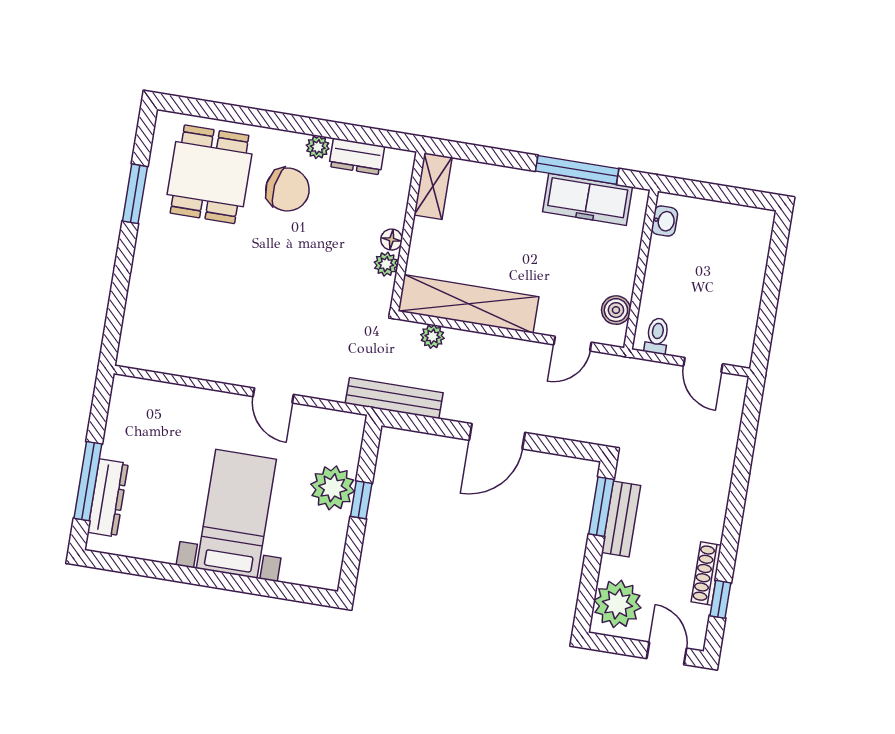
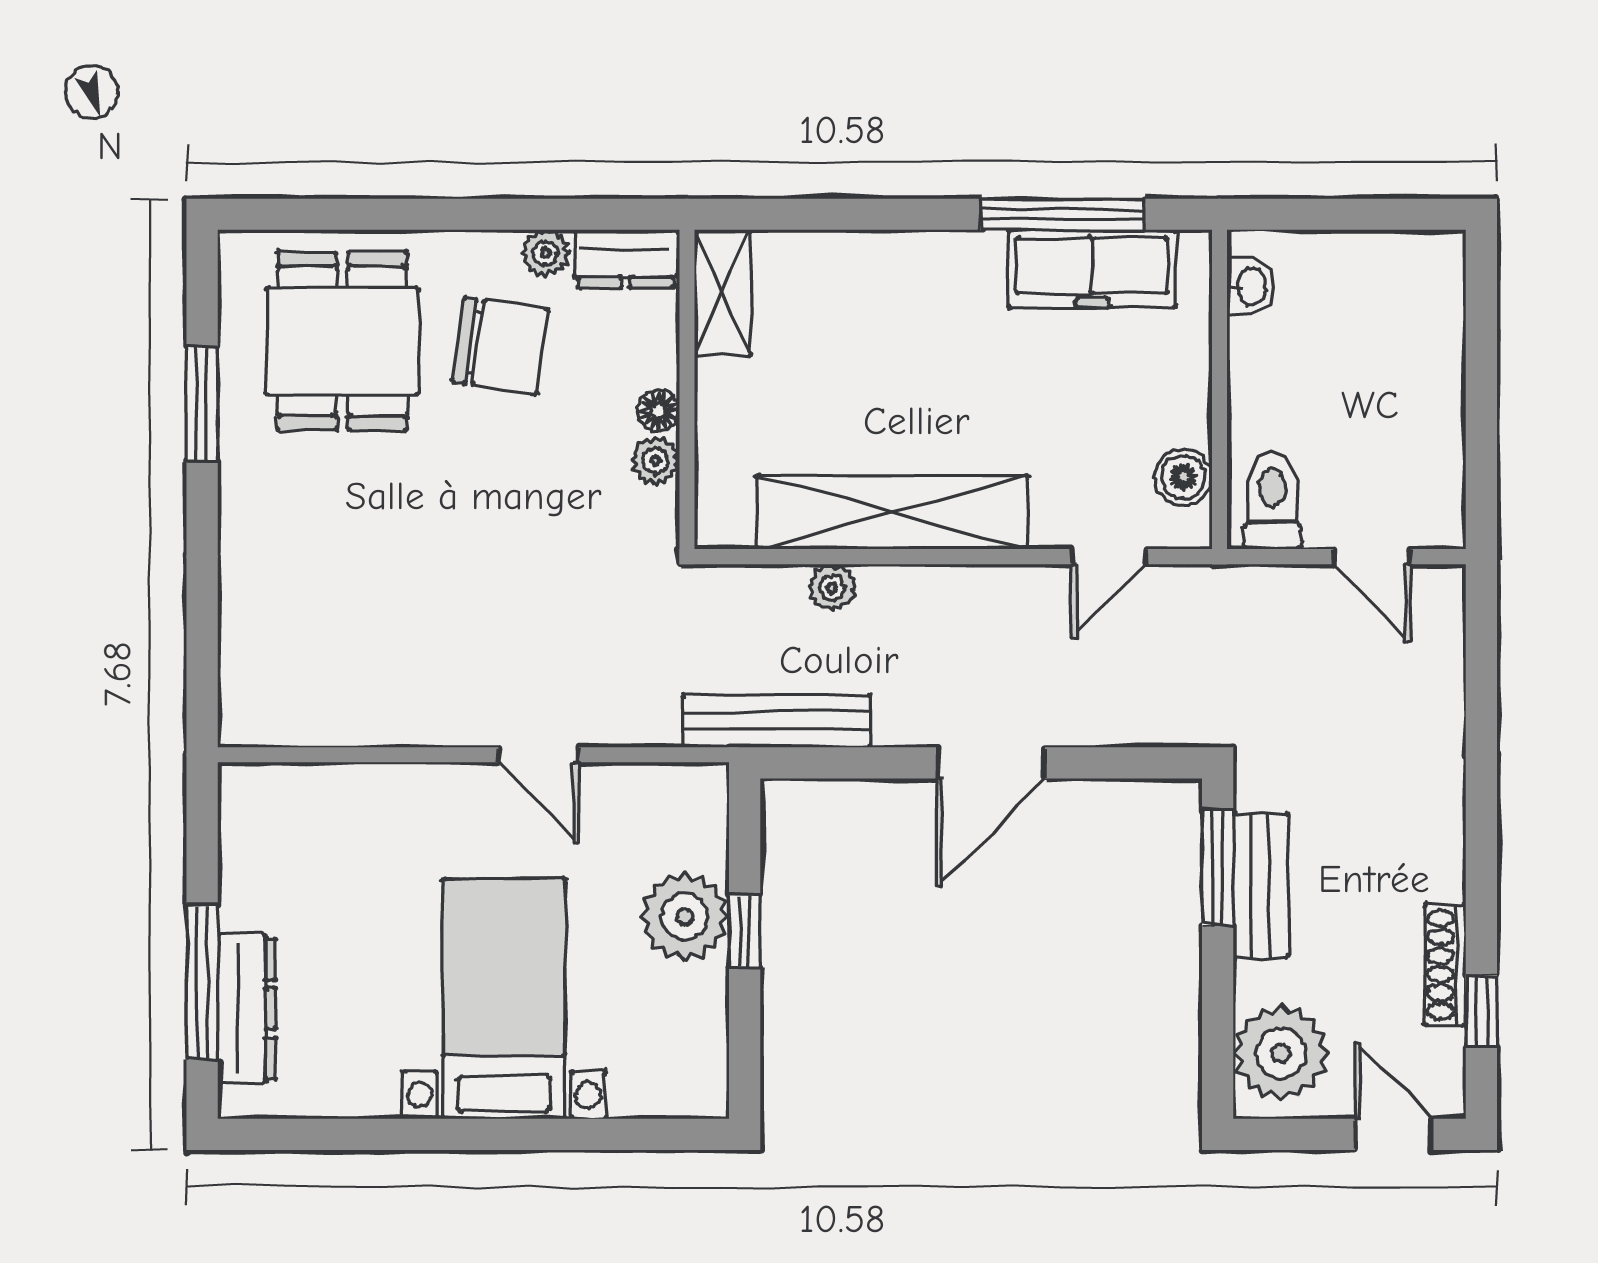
shelving: (433, 186) -> (723, 293), moved
wall: (407, 231) -> (687, 389), moved
floor lamp: (392, 240) -> (659, 411), moved
plant: (386, 264) -> (656, 461), moved
toilet: (657, 336) -> (1272, 501), width x1.37, depth x1.39

